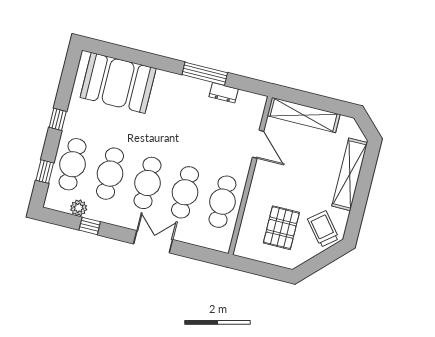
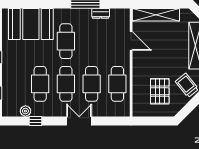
cafe table: (73, 164) -> (66, 41), moved

